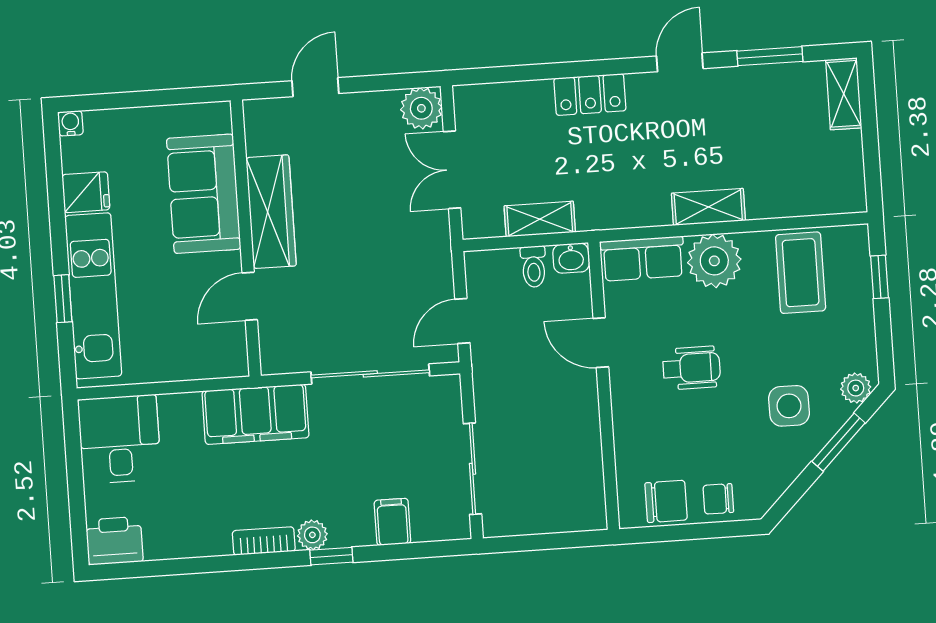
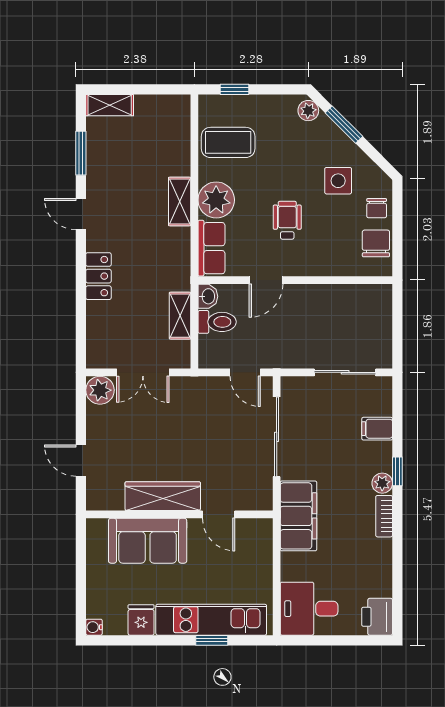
toilet: (534, 267) -> (217, 322), width x1.37, depth x1.39
side table: (789, 406) -> (338, 181), moved

